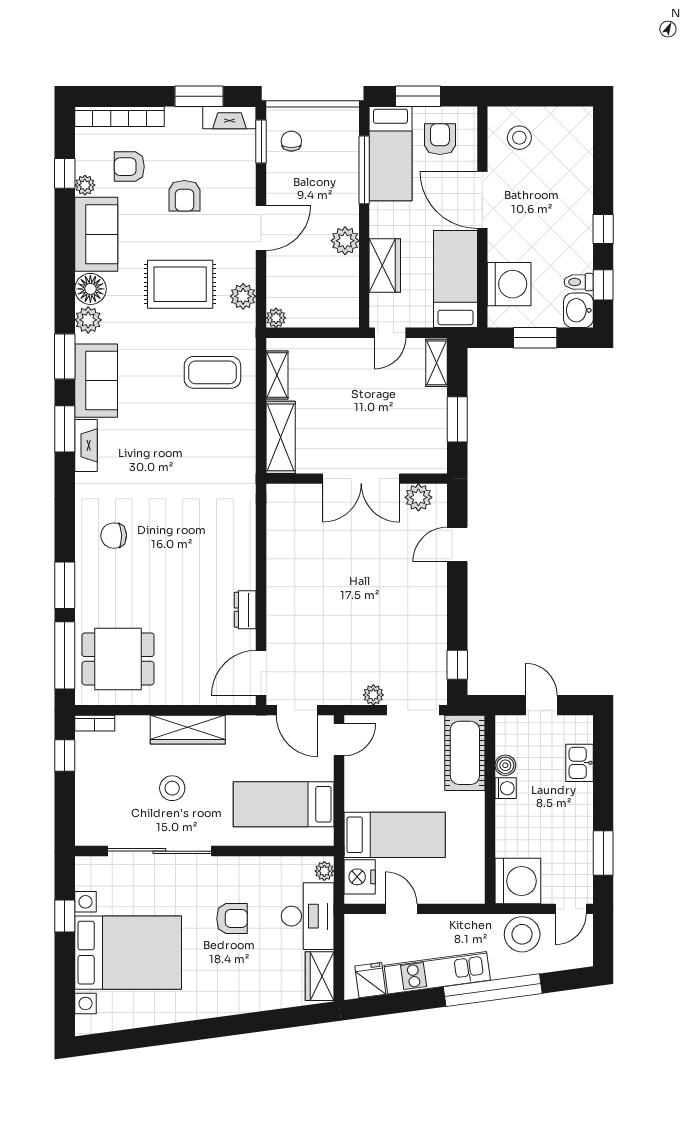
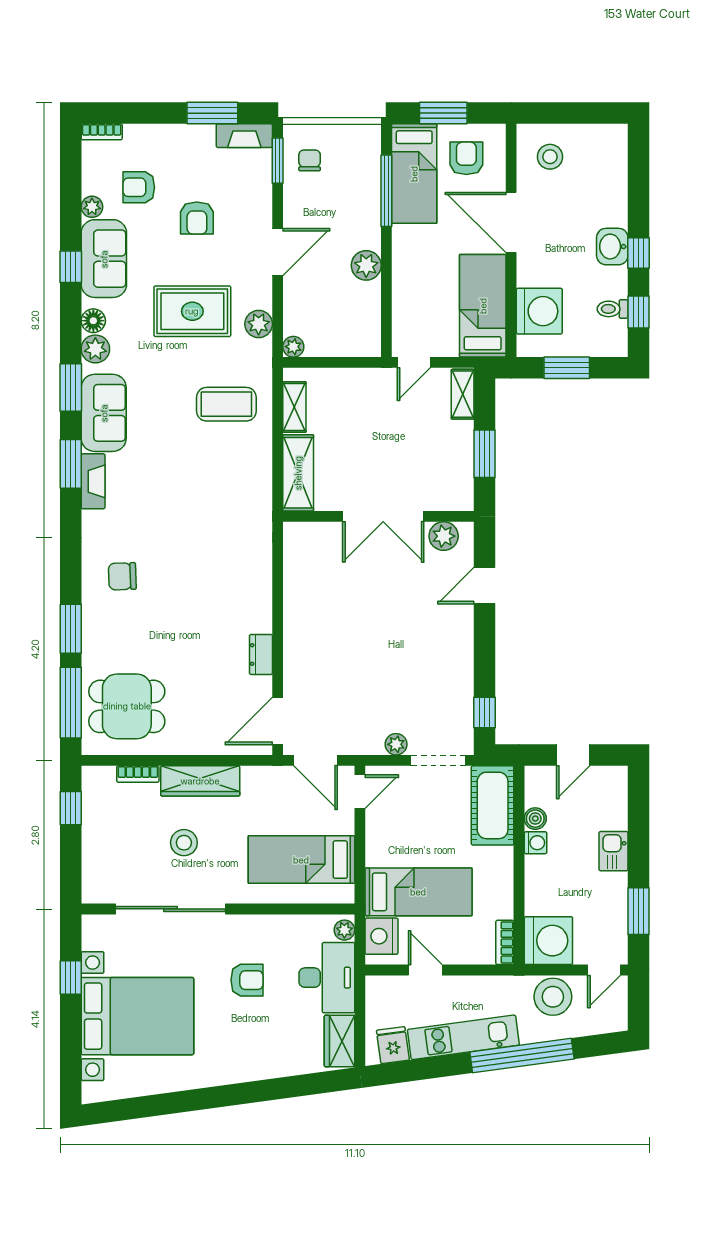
bookcase: (120, 116) -> (102, 132), width x0.43, depth x0.76
window: (65, 173) -> (71, 267), moved
wardrobe: (385, 266) -> (408, 292), removed
floor lamp: (90, 289) -> (93, 321), width x0.73, depth x0.73
washbasin: (578, 310) -> (612, 247), moved
door: (541, 705) -> (573, 755), swing flipped
bookcase: (95, 723) -> (138, 774), moved
kitchen sink: (580, 763) -> (613, 851), moved
bookcase: (477, 883) -> (505, 942), added

